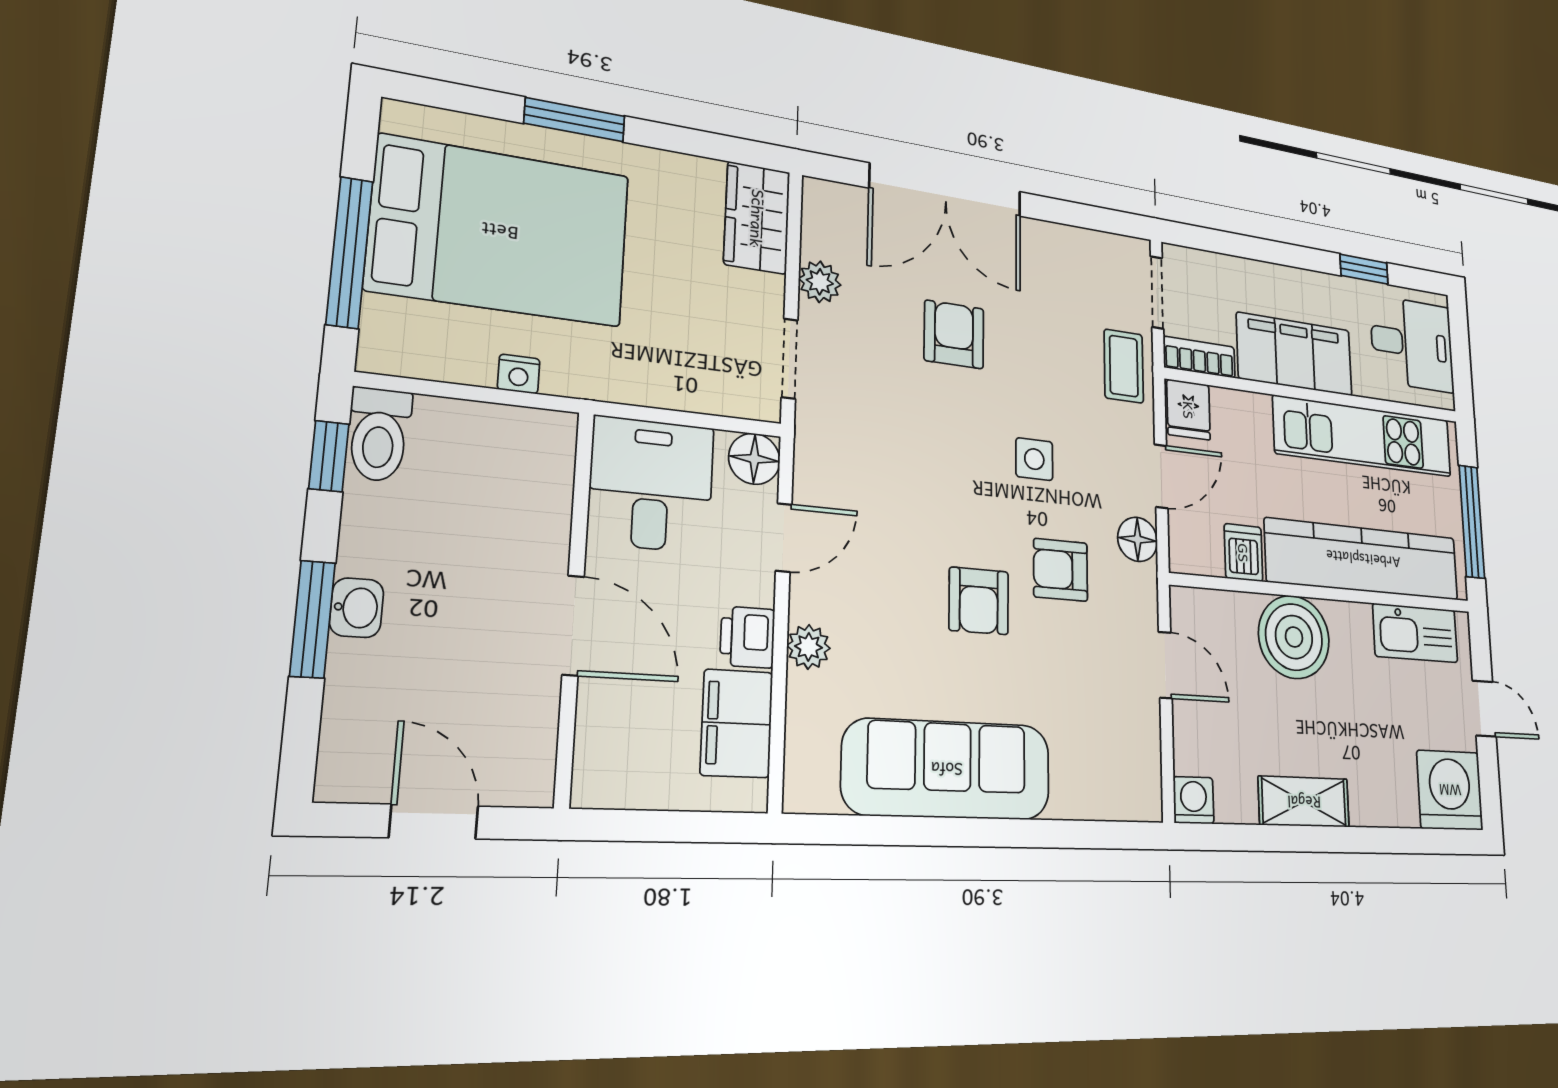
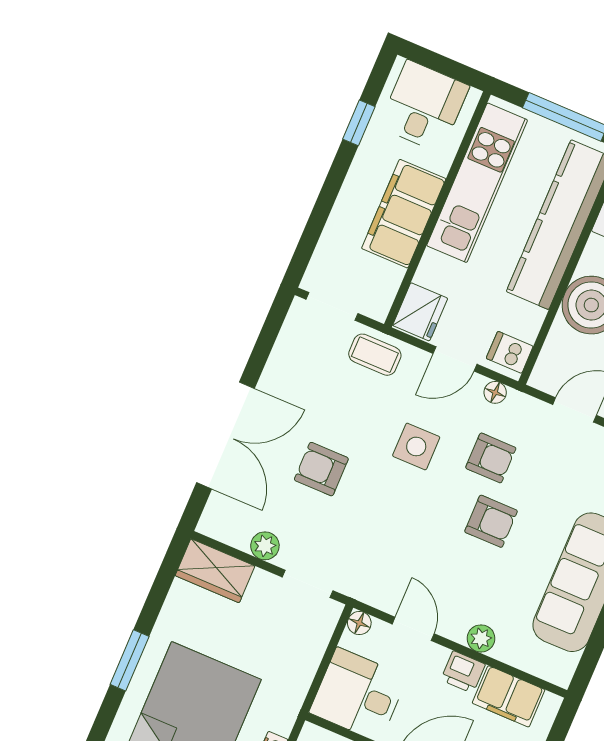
bookcase: (1199, 357) -> (385, 293), removed
fridge: (1188, 410) -> (420, 312), width x1.38
floor lamp: (754, 459) -> (359, 623), width x0.73, depth x0.73
side table: (1034, 459) -> (416, 446), width x1.37, depth x1.37
door: (1161, 476) -> (455, 359), swing flipped
floor lamp: (1138, 539) -> (495, 392), width x0.73, depth x0.73
dishwasher: (1243, 553) -> (510, 352), moved
armchair: (1061, 570) -> (491, 458), turned -90

